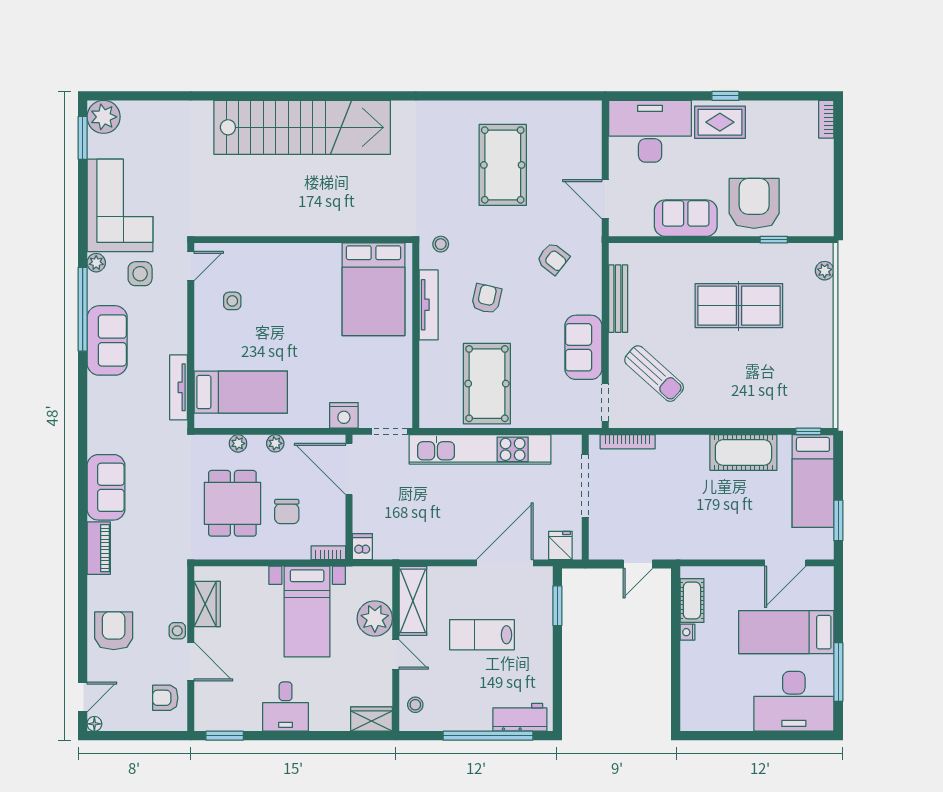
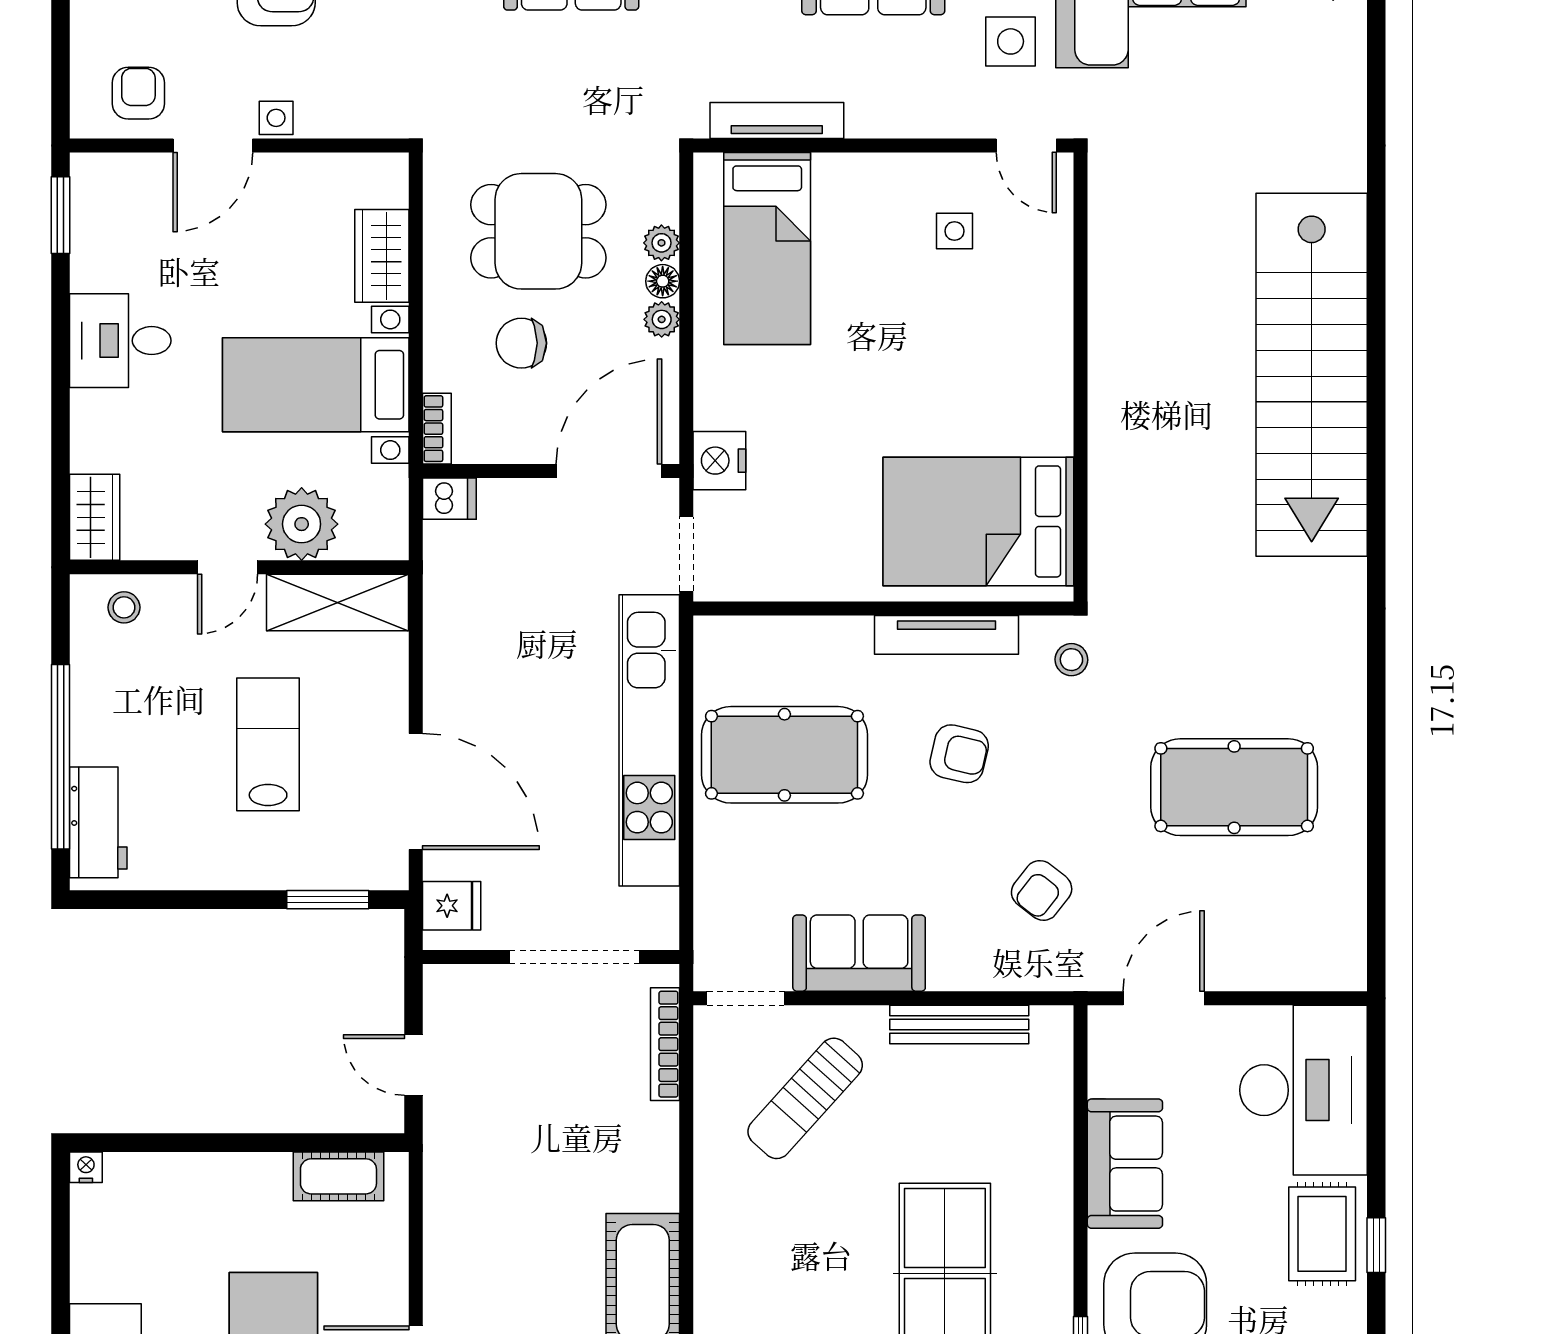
floor lamp: (257, 443) -> (663, 281), added
wardrobe: (207, 604) -> (382, 256), moved, turned 90
nightstand: (687, 632) -> (86, 1167), moved

